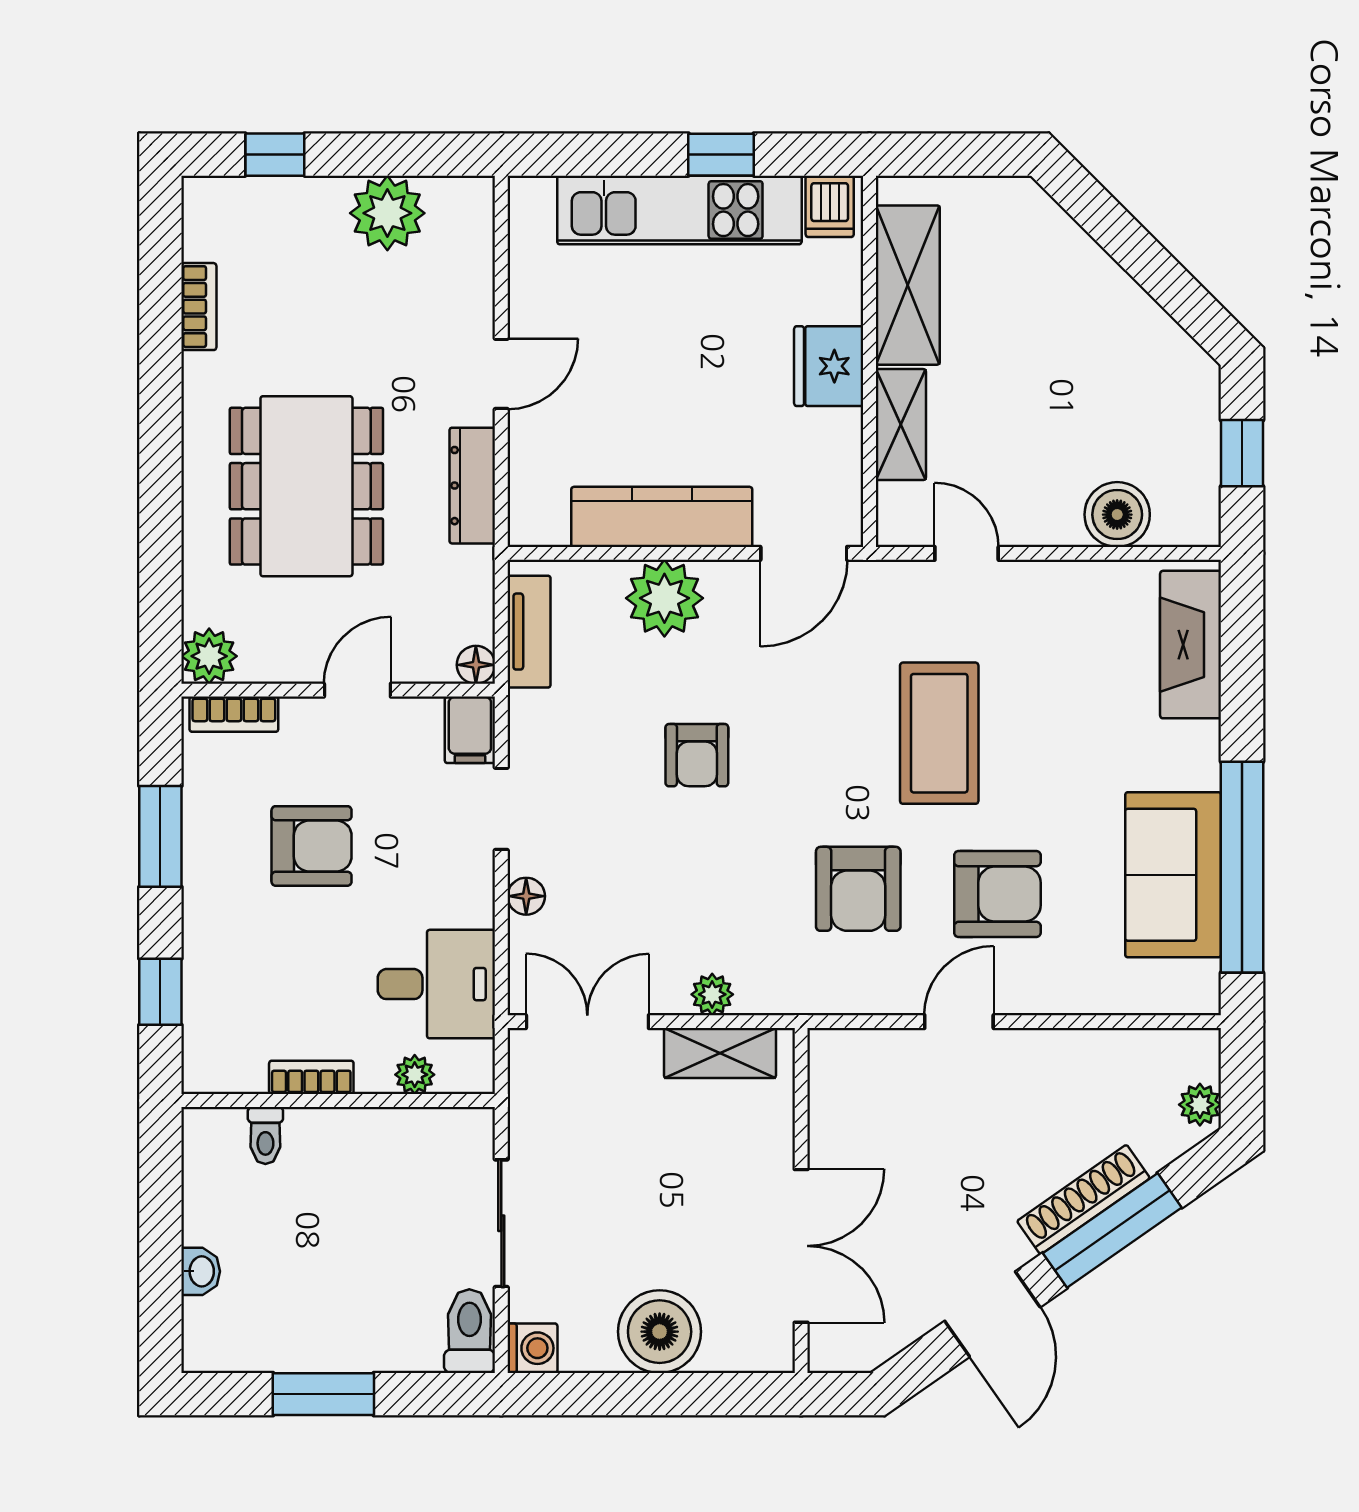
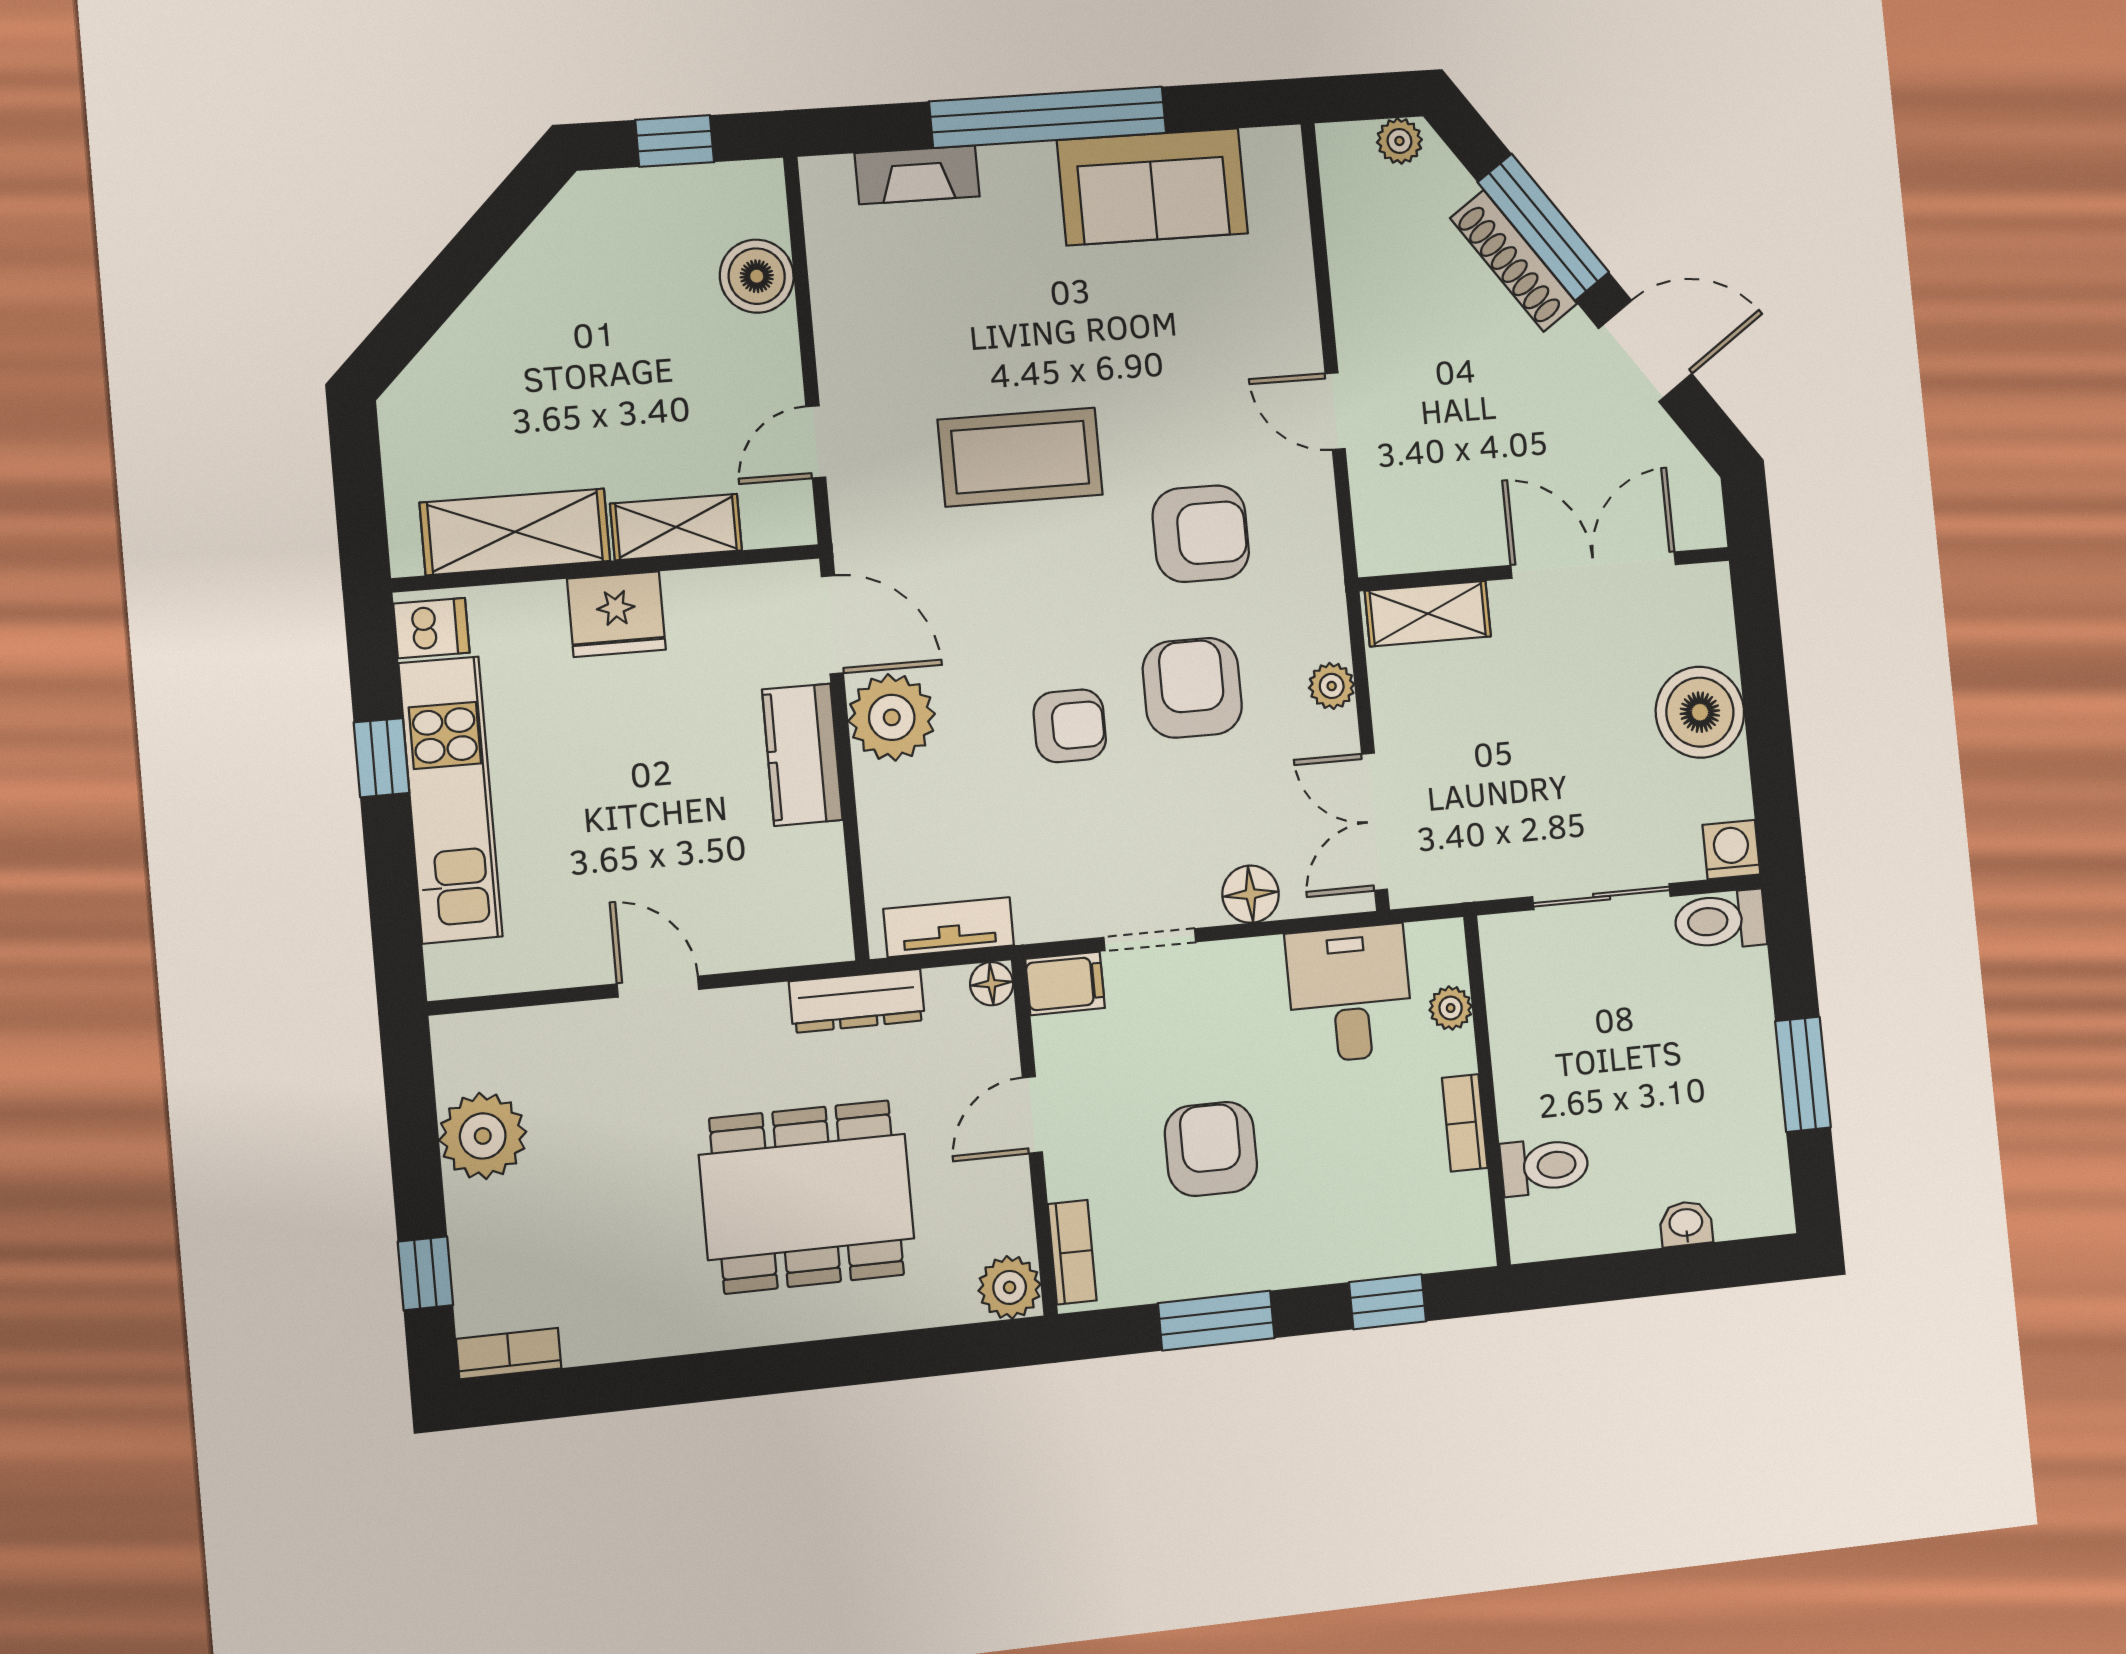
bookcase: (199, 307) -> (509, 1354), moved
dresser: (472, 486) -> (857, 1001), moved
kitchen counter: (662, 517) -> (802, 755), width x0.67
plant: (664, 598) -> (892, 717), moved
fireplace: (1191, 645) -> (917, 175), width x0.73, depth x0.76
door: (357, 690) -> (1032, 1115), hinge flipped
window: (1242, 867) -> (1048, 117), moved
armchair: (997, 894) -> (1192, 688), moved
floor lamp: (526, 896) -> (1251, 894), width x1.37, depth x1.37
shelving: (720, 1053) -> (1428, 614), moved, turned 90
toilet: (265, 1135) -> (1545, 1166), width x1.37, depth x1.39

